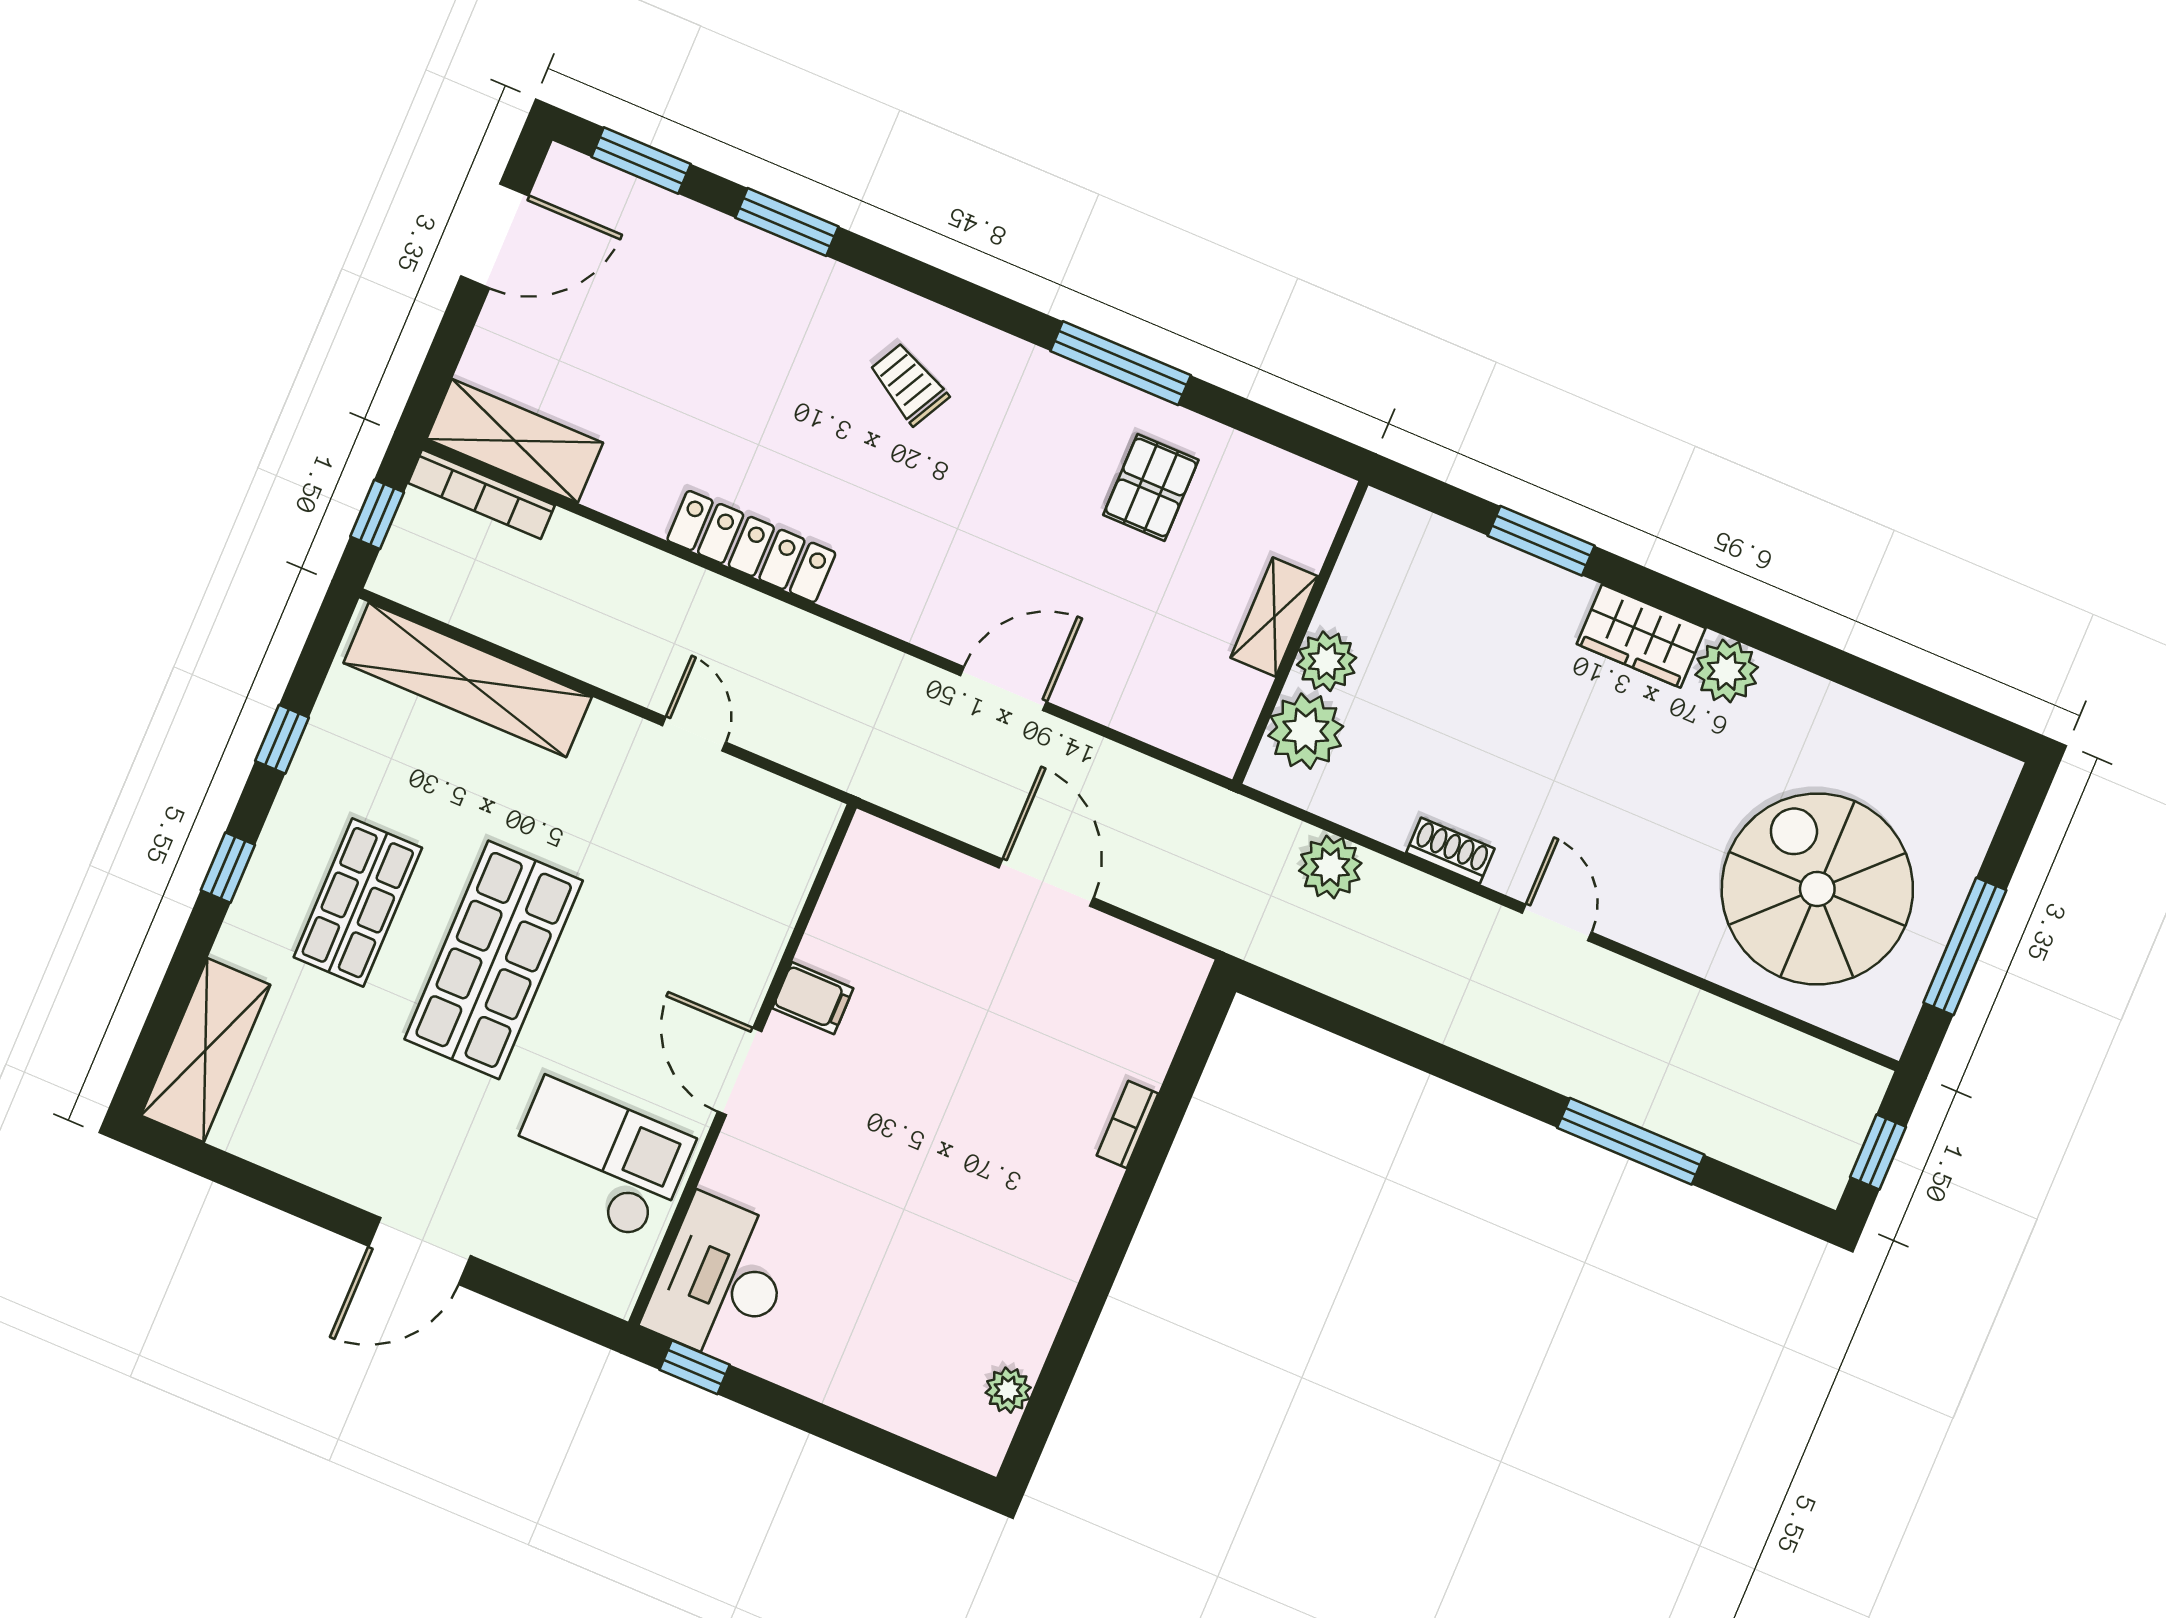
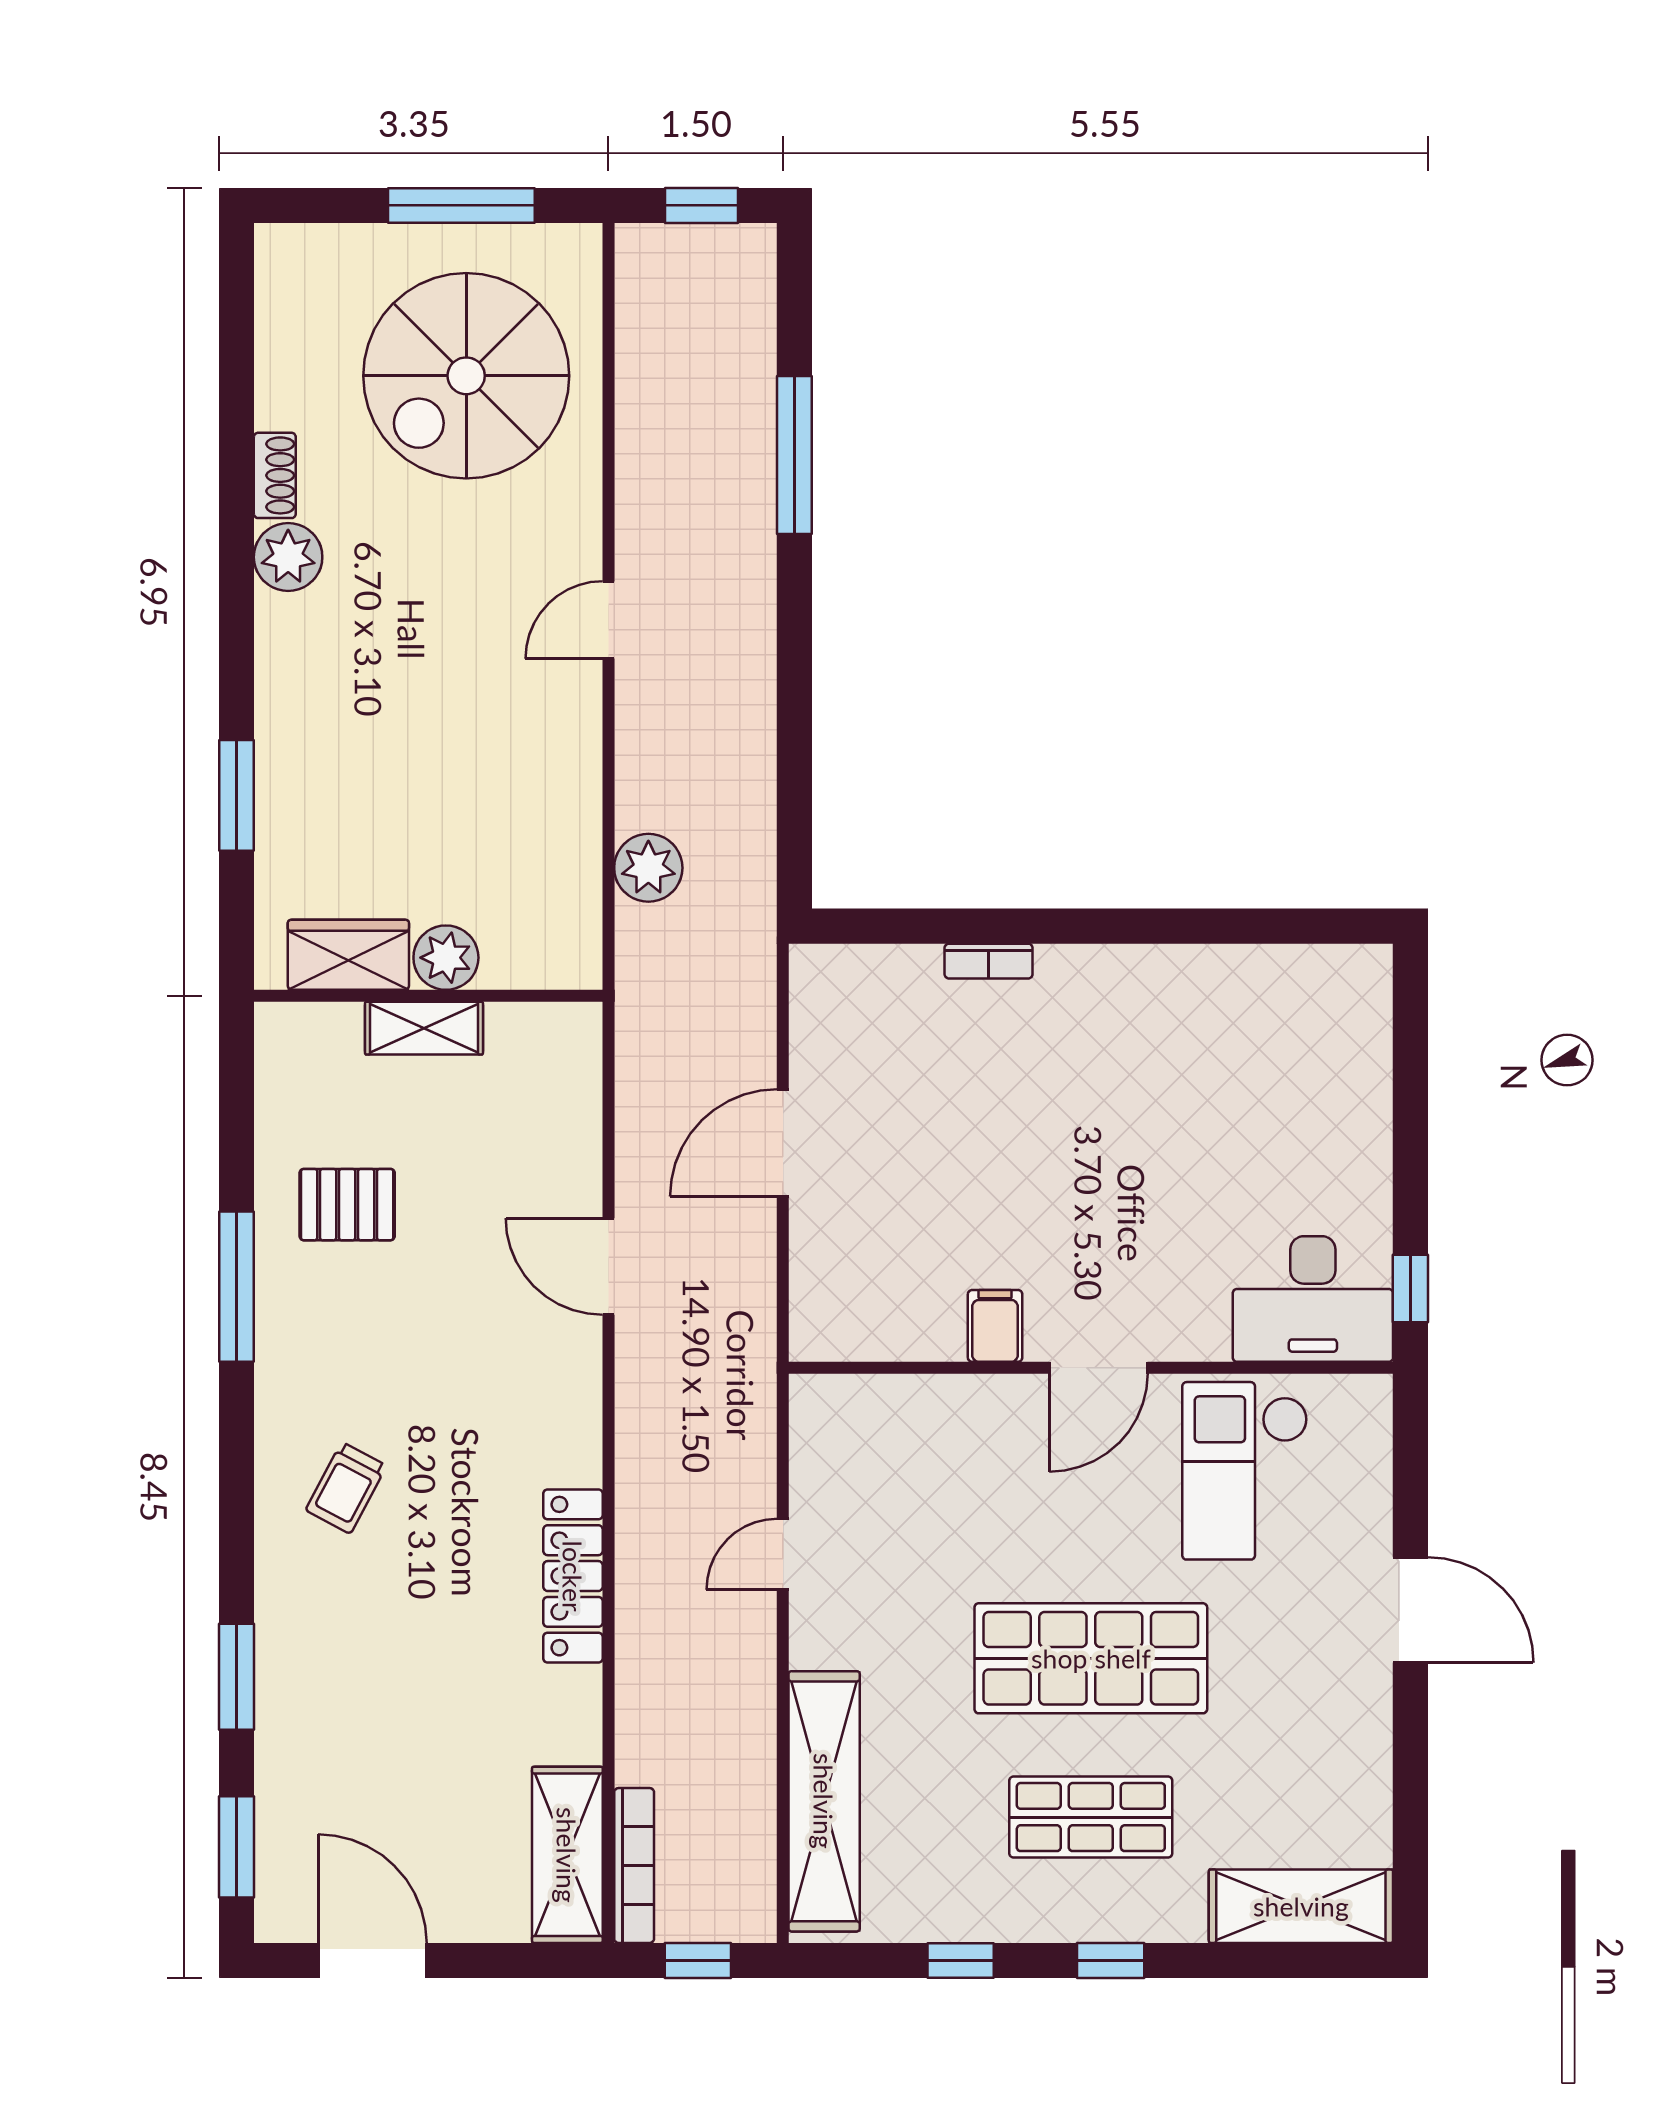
wardrobe: (1641, 636) -> (348, 955), moved, turned -90
plant: (1306, 731) -> (524, 949), removed
shoe rack: (1450, 851) -> (275, 475), moved, turned 180
plant: (1008, 1390) -> (1302, 968), removed

